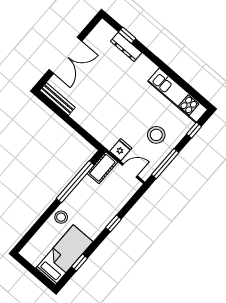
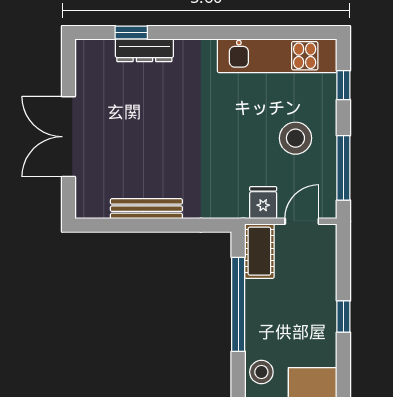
double door: (65, 55) -> (69, 137), swing flipped
bench: (57, 99) -> (146, 209), moved

